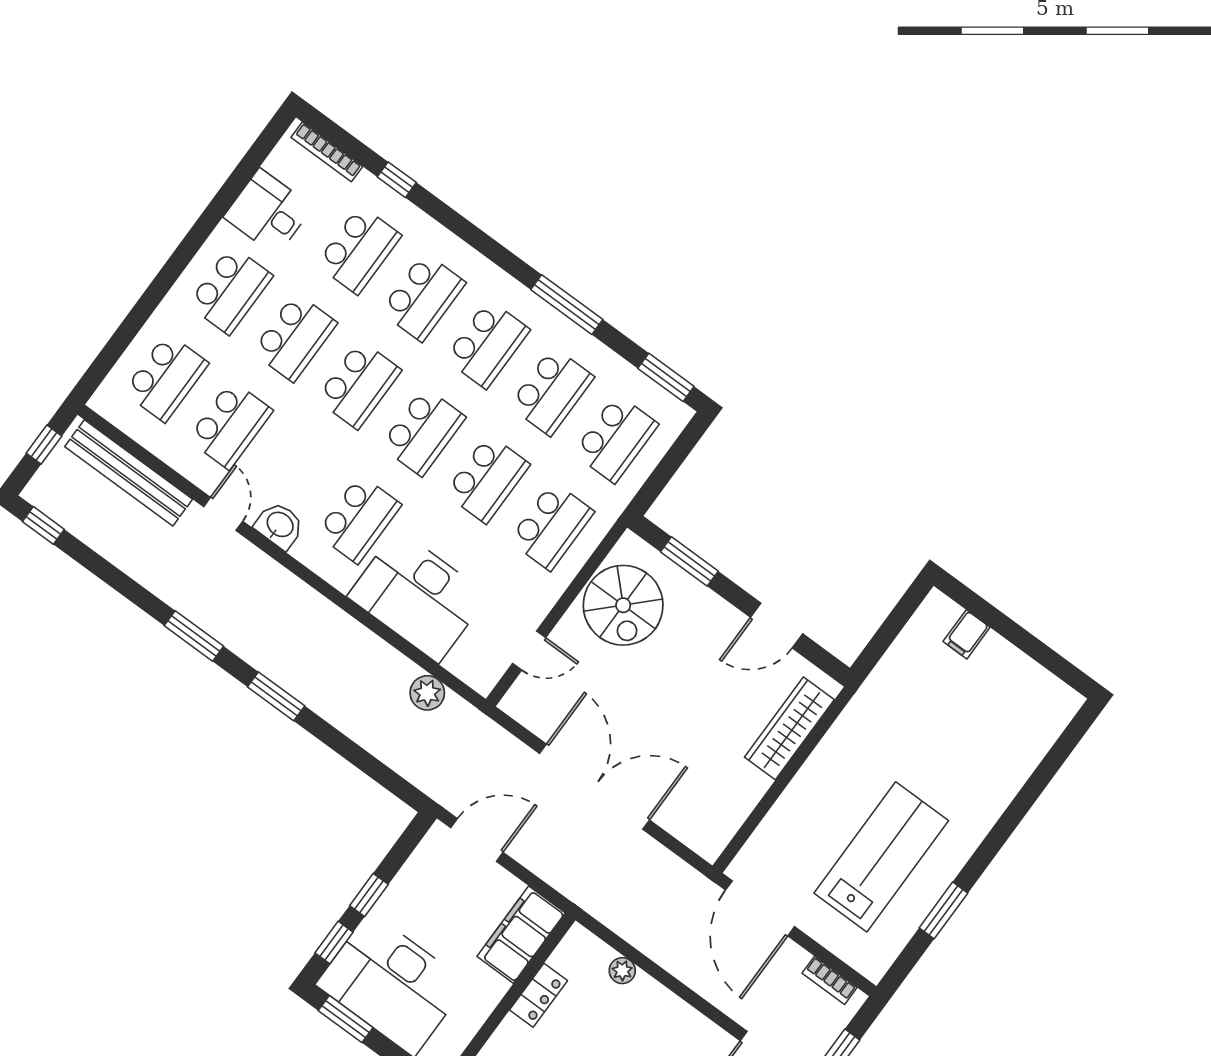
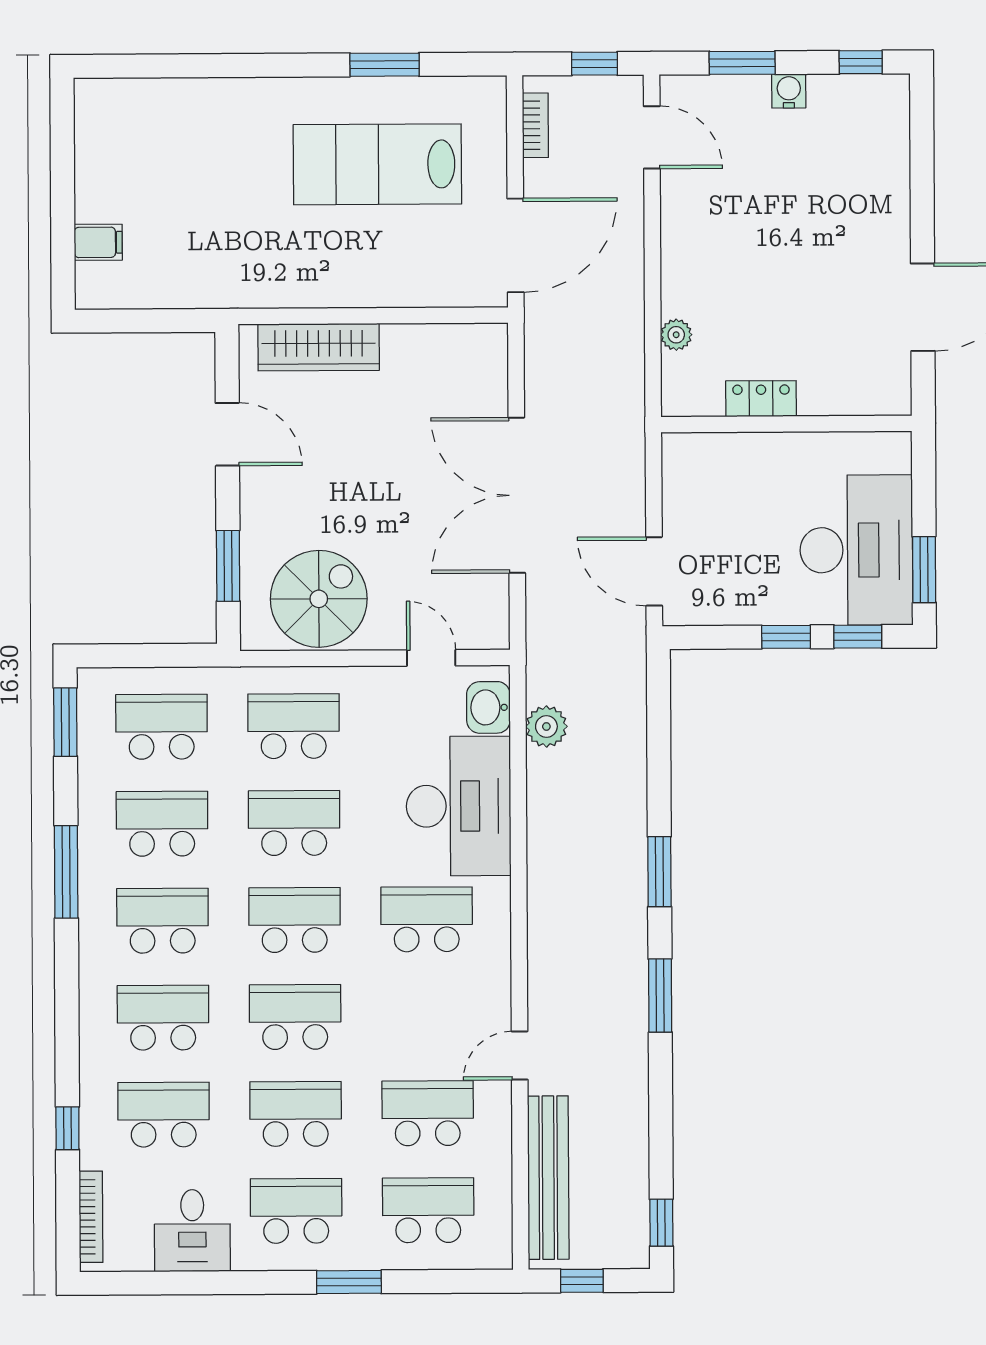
window: (157, 290) -> (349, 1282), added
washbasin: (279, 525) -> (488, 707), moved
filing cabinet: (521, 935) -> (714, 460), removed

